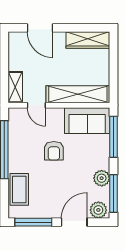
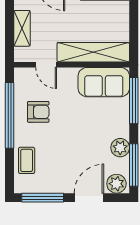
shelving: (15, 87) -> (22, 28), moved
armchair: (54, 151) -> (38, 112), moved, turned -90
coffee table: (19, 189) -> (27, 160), width x0.73, depth x0.77

